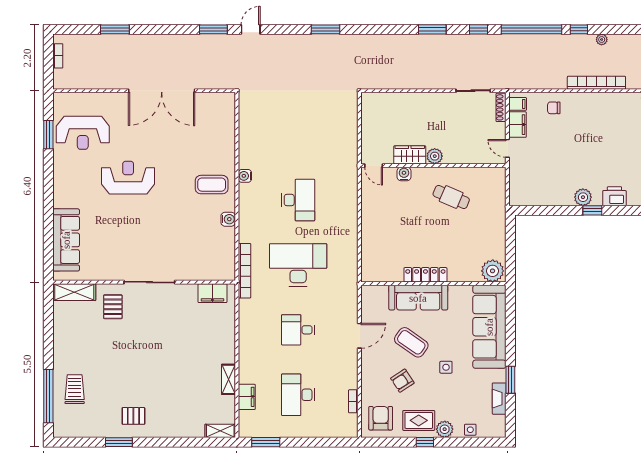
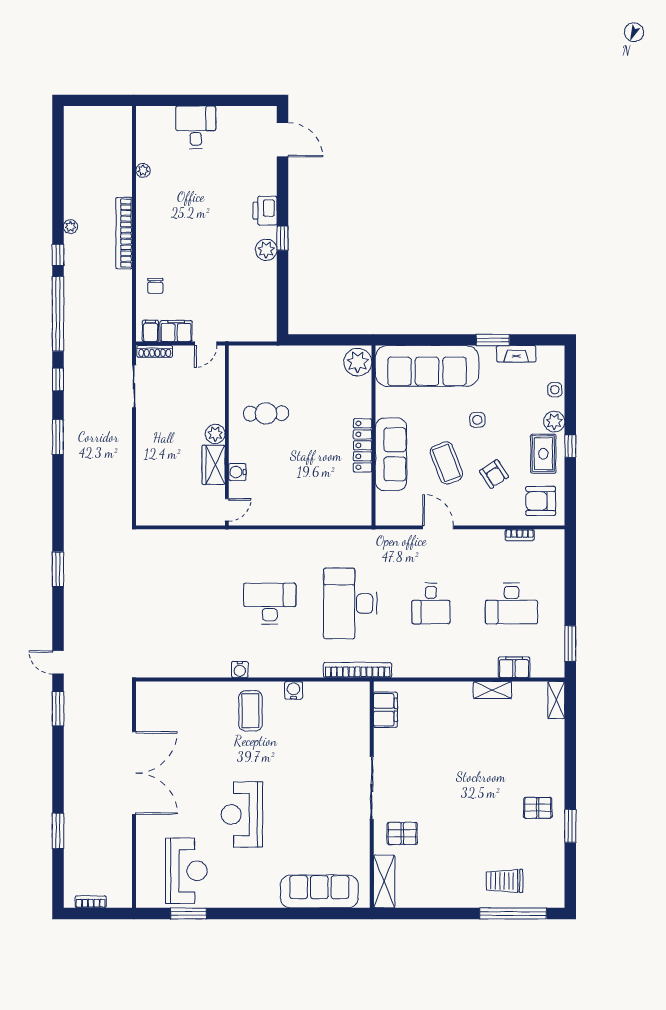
cafe table: (451, 197) -> (266, 413), turned 66
coffee table: (411, 342) -> (446, 463), turned -56
pallet: (133, 416) -> (538, 808), turned 90

